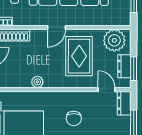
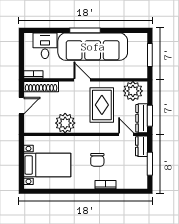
door: (57, 27) -> (82, 80), swing flipped
dresser: (124, 66) -> (142, 118), width x1.44
plant: (37, 82) -> (65, 123), width x1.88, depth x1.88

